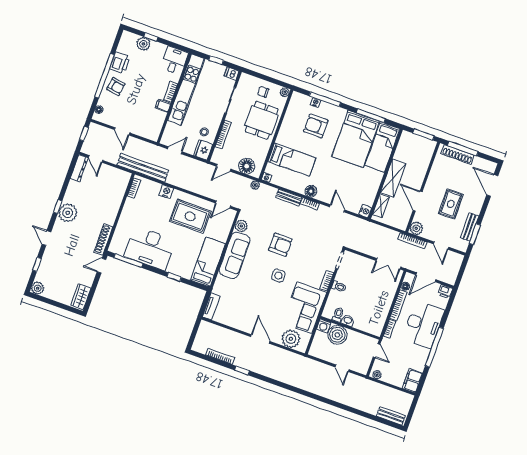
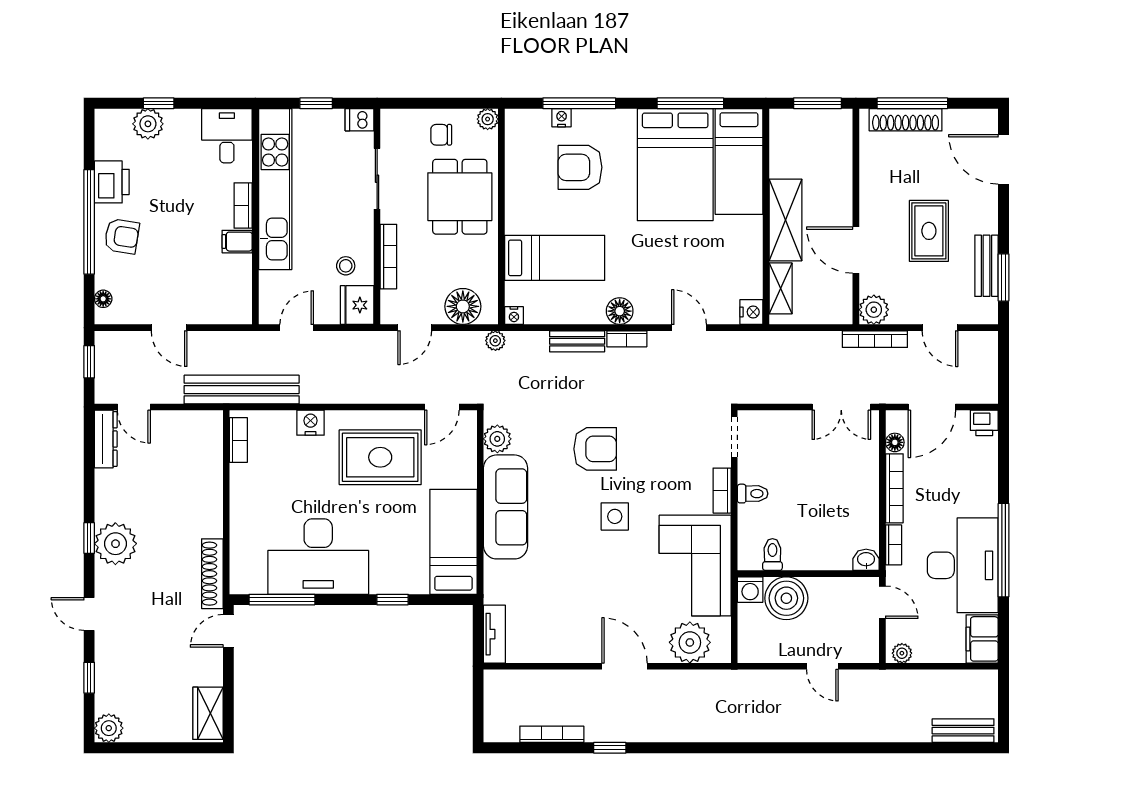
washbasin: (348, 321) -> (866, 560), moved
desk: (423, 324) -> (963, 565), moved

